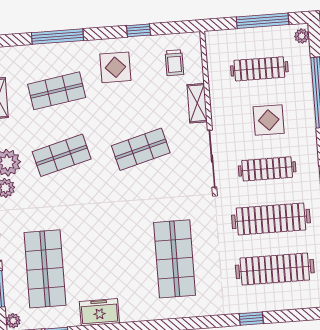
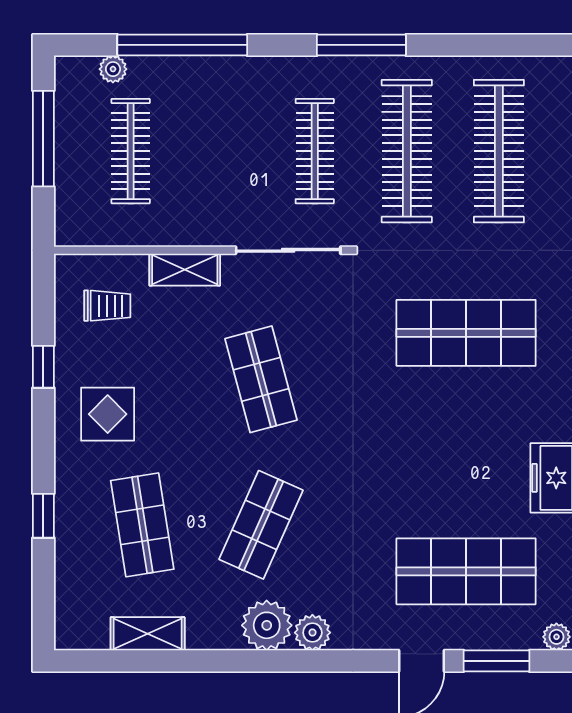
plant: (302, 36) -> (113, 69), moved
window: (57, 37) -> (43, 516), width x0.46
display table: (269, 120) -> (226, 141), removed
shop shelf: (62, 155) -> (261, 525), turned 39

